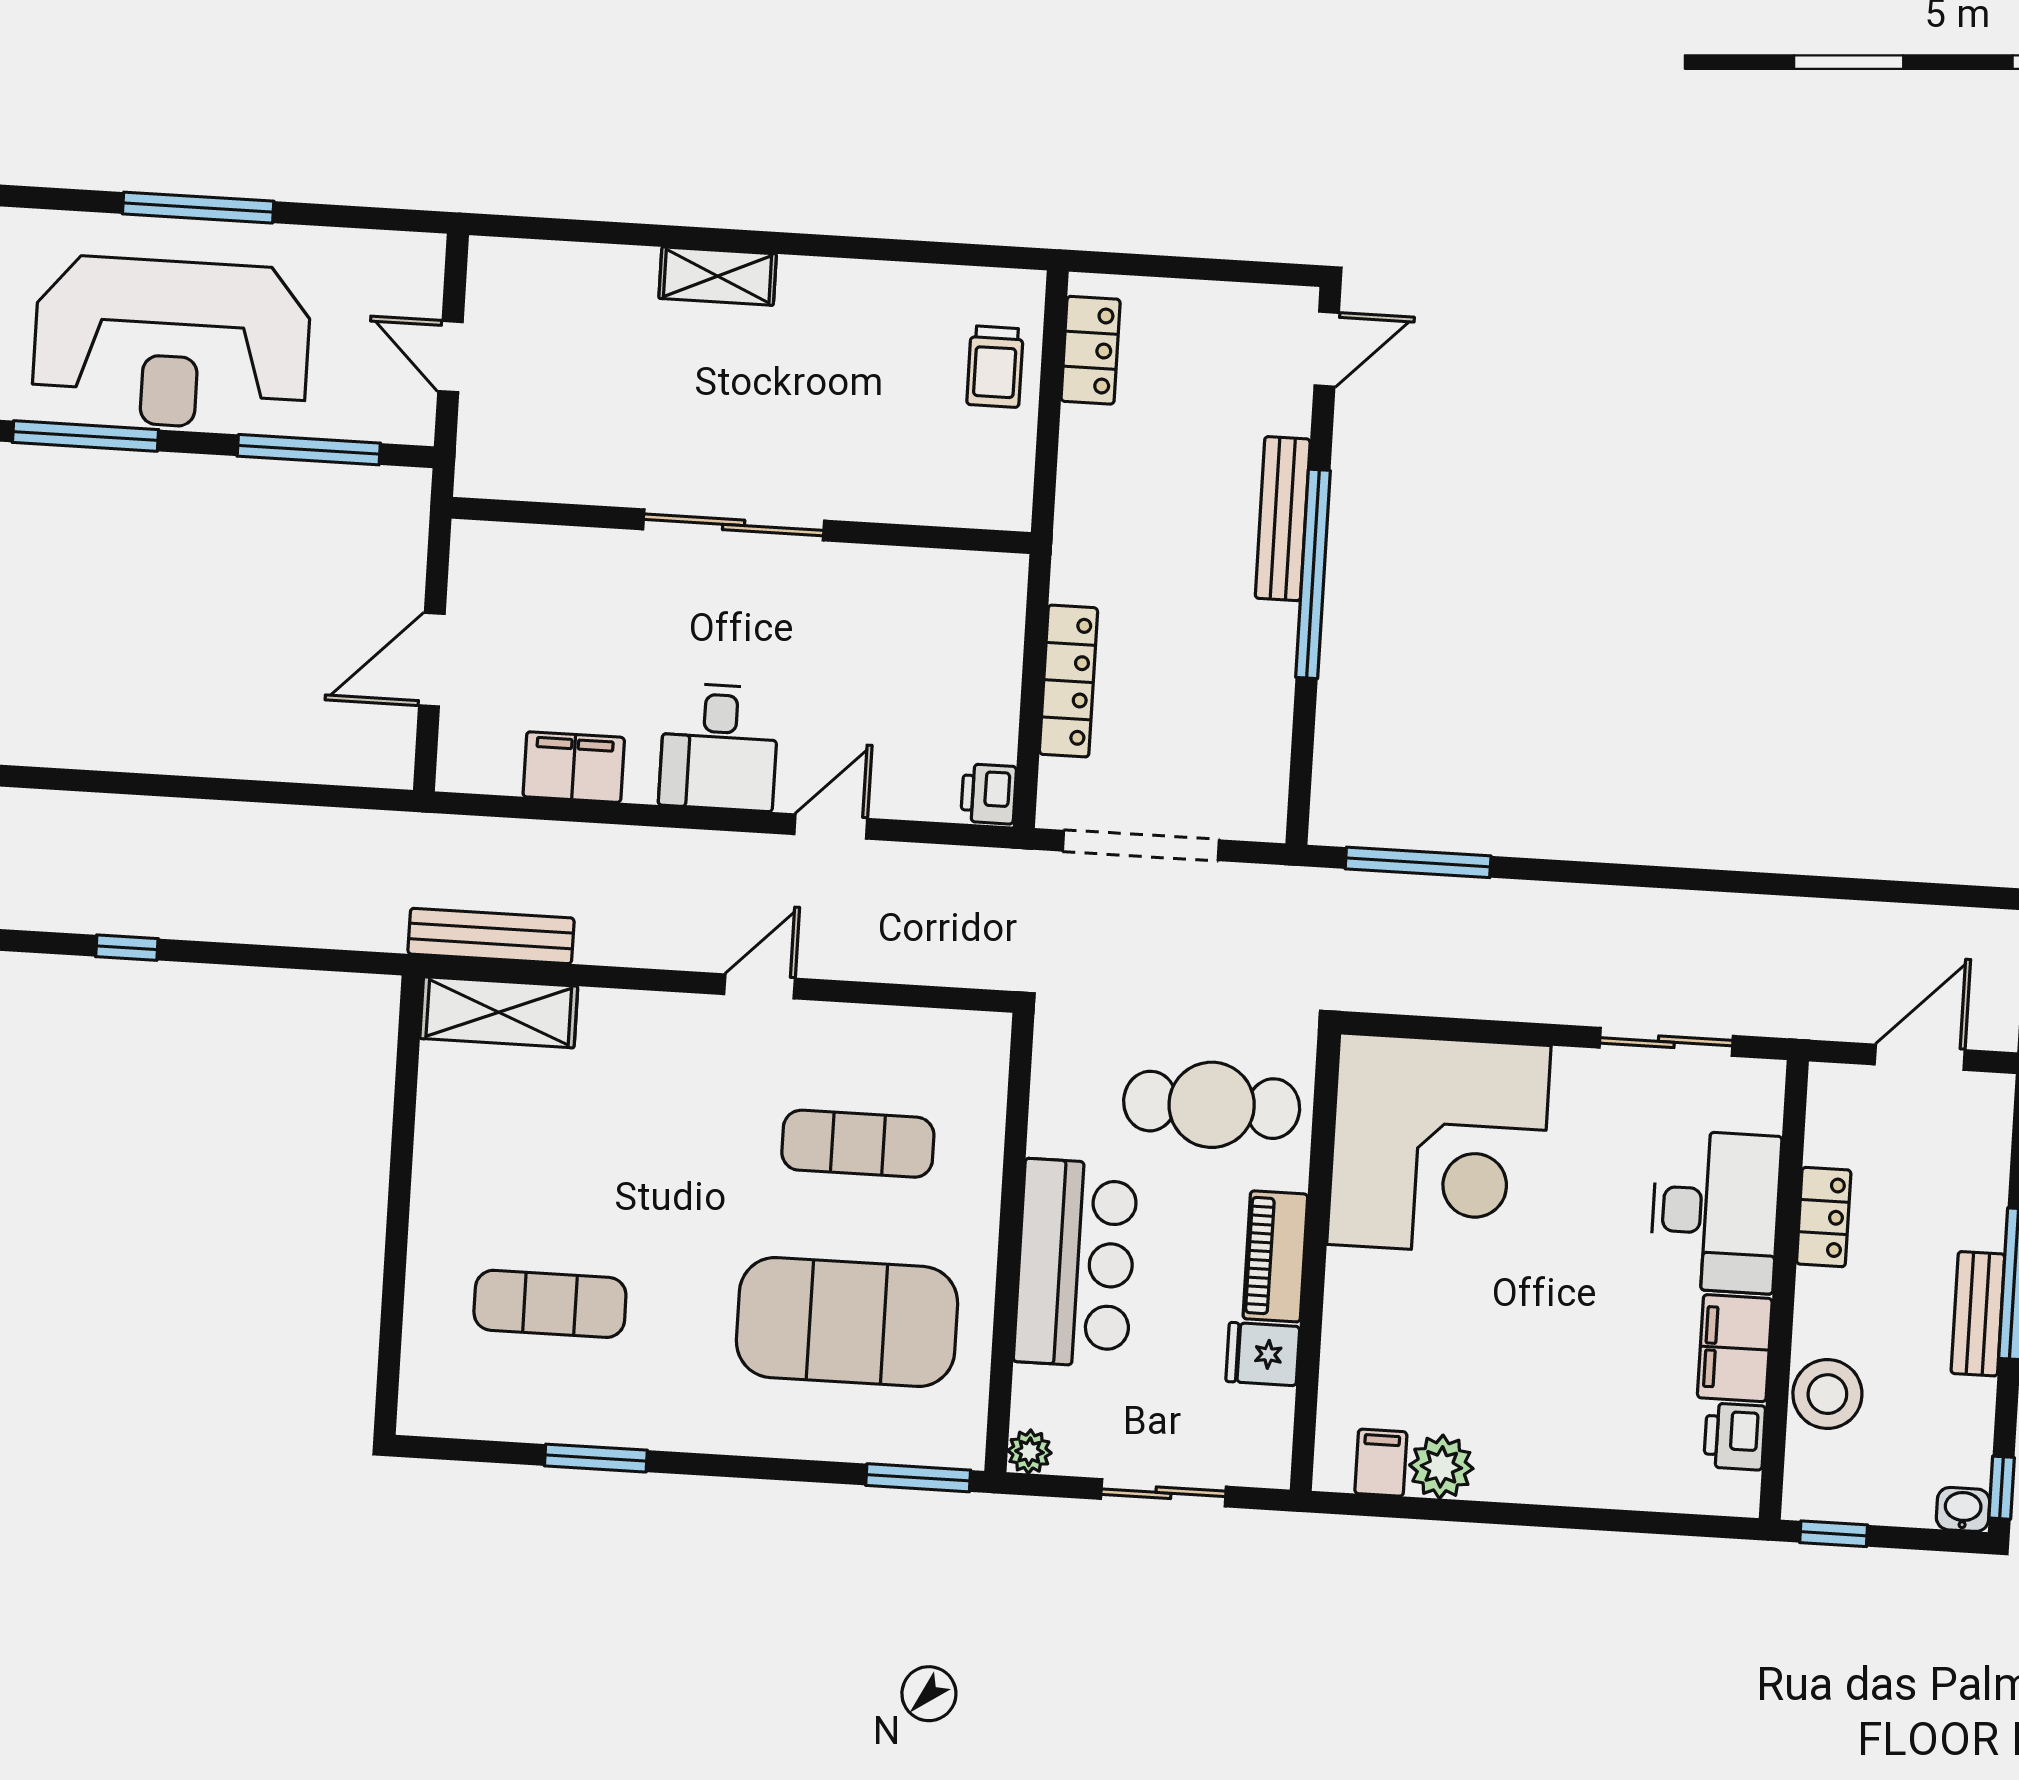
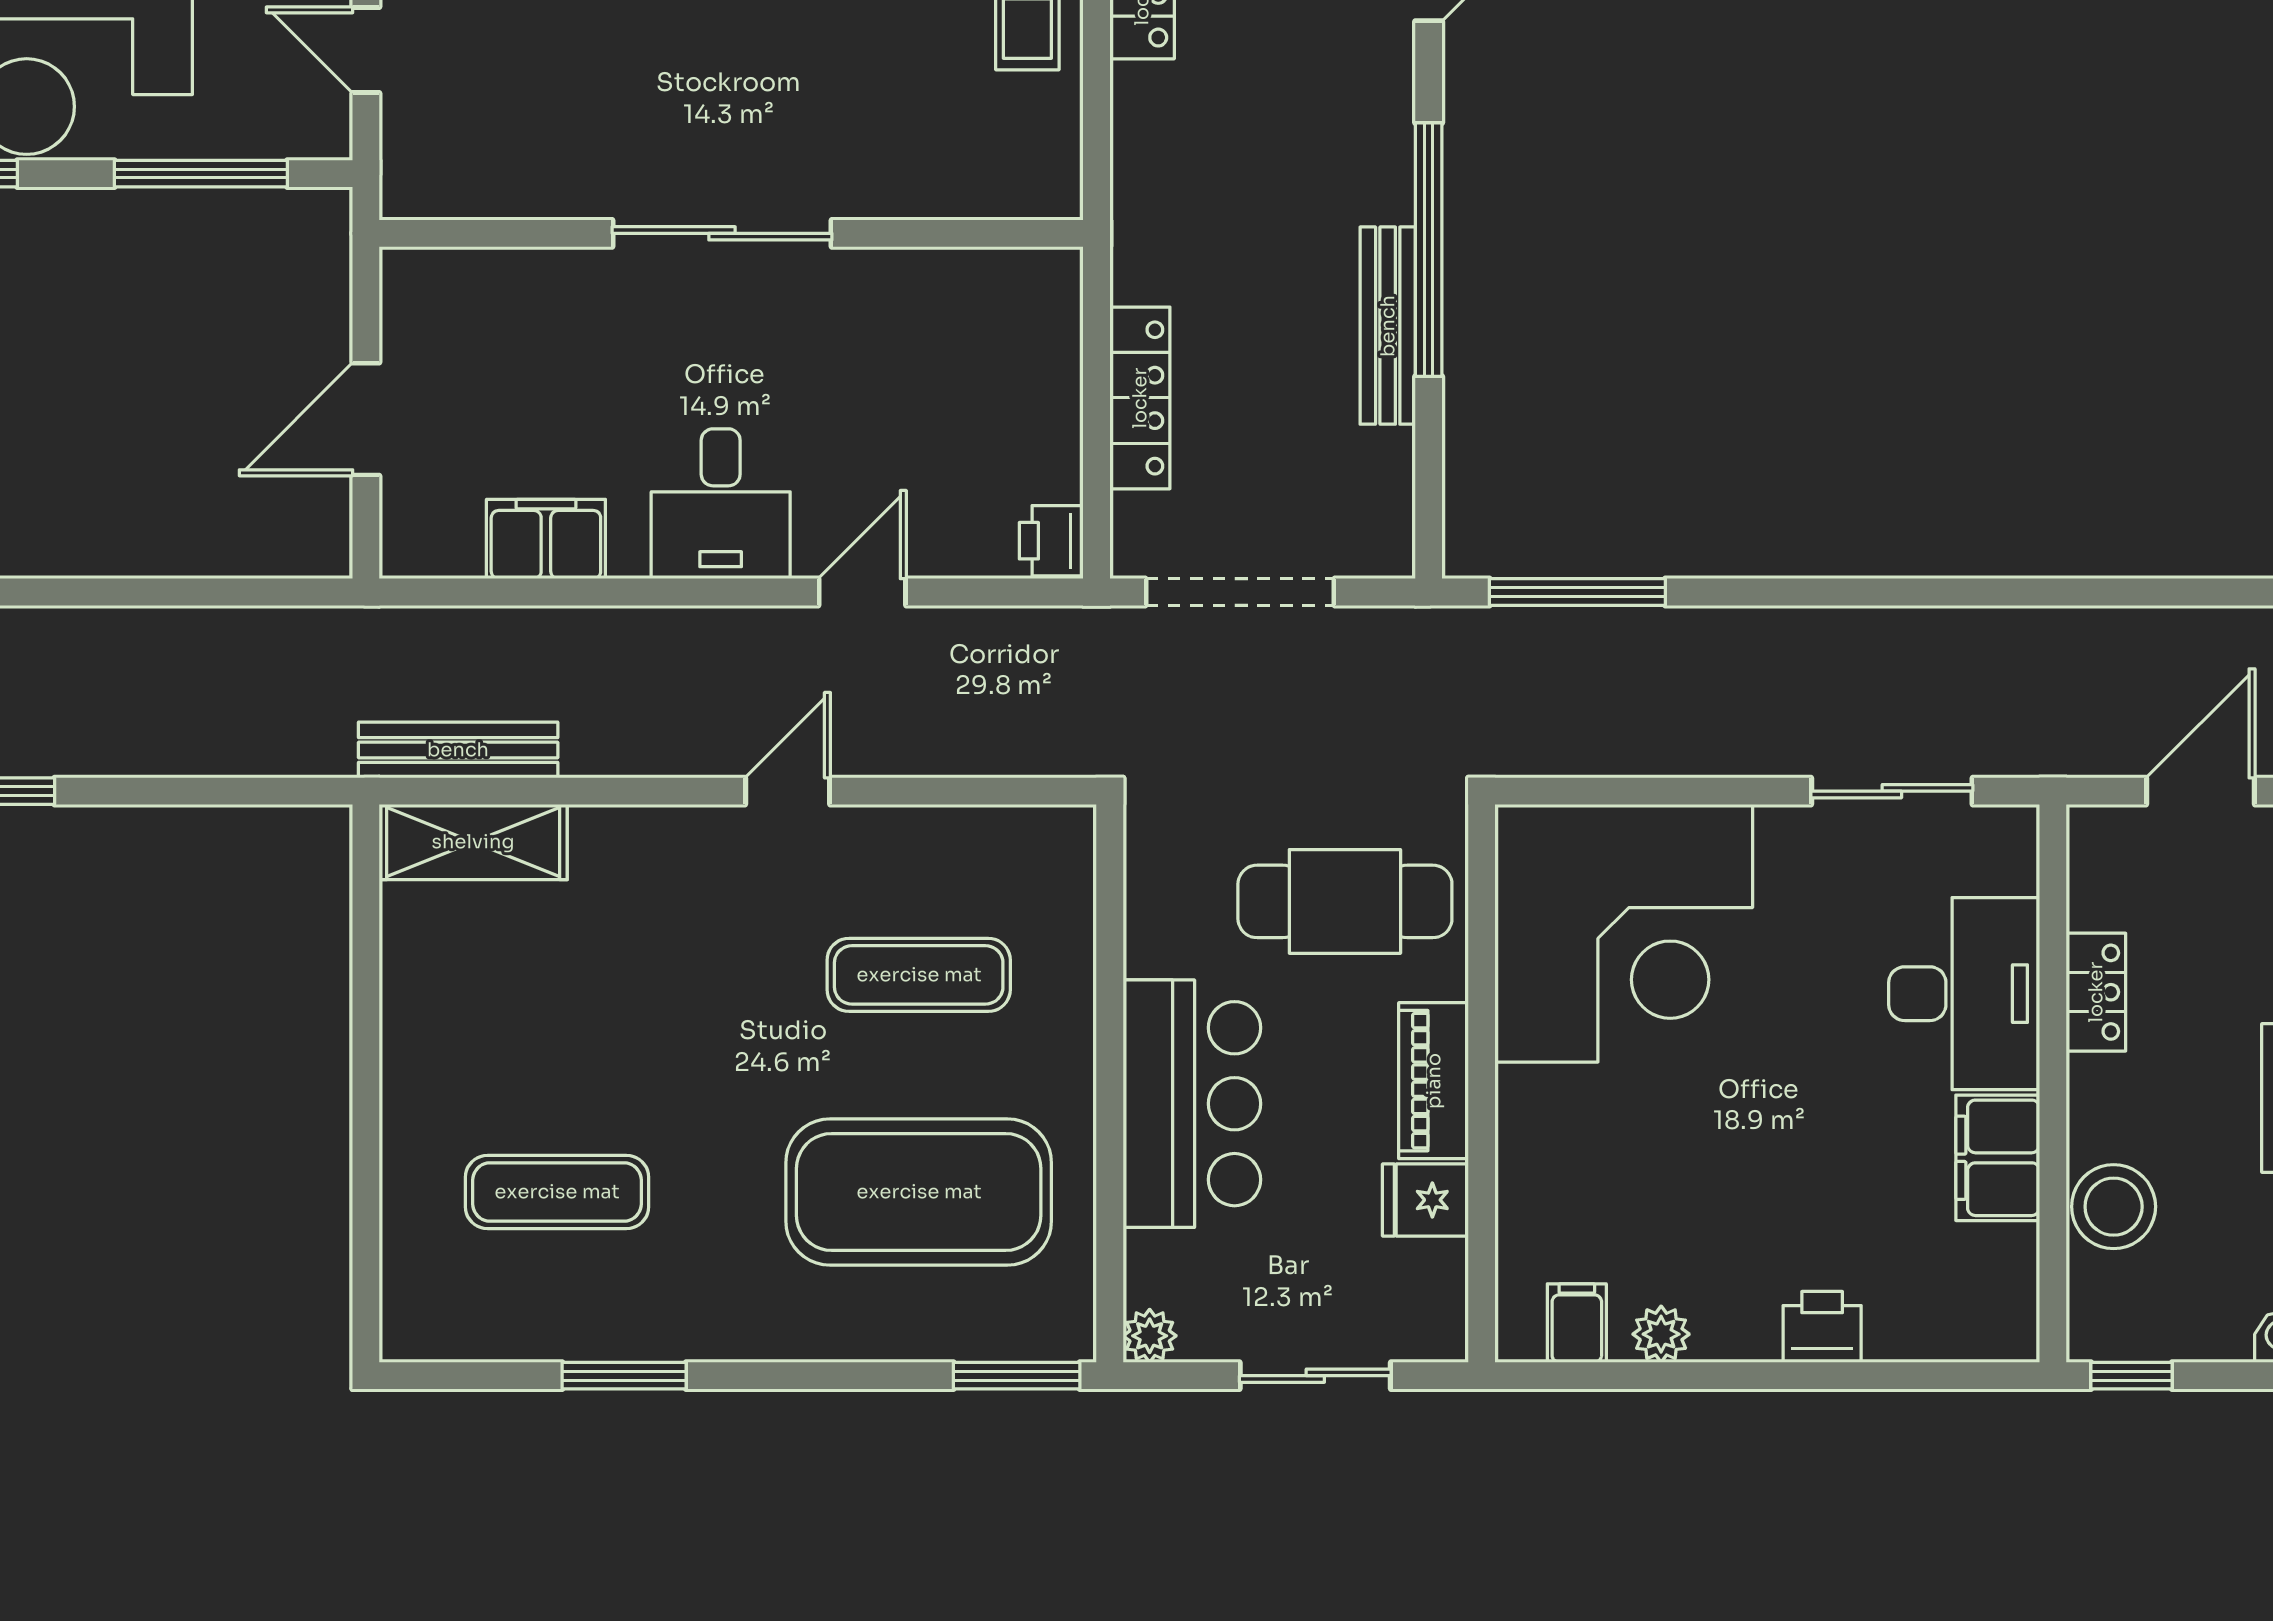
bench: (1283, 519) -> (1388, 326), moved
printer: (1735, 1436) -> (1822, 1327), moved, turned 90
plant: (1441, 1467) -> (1661, 1334), width x0.73, depth x0.73

